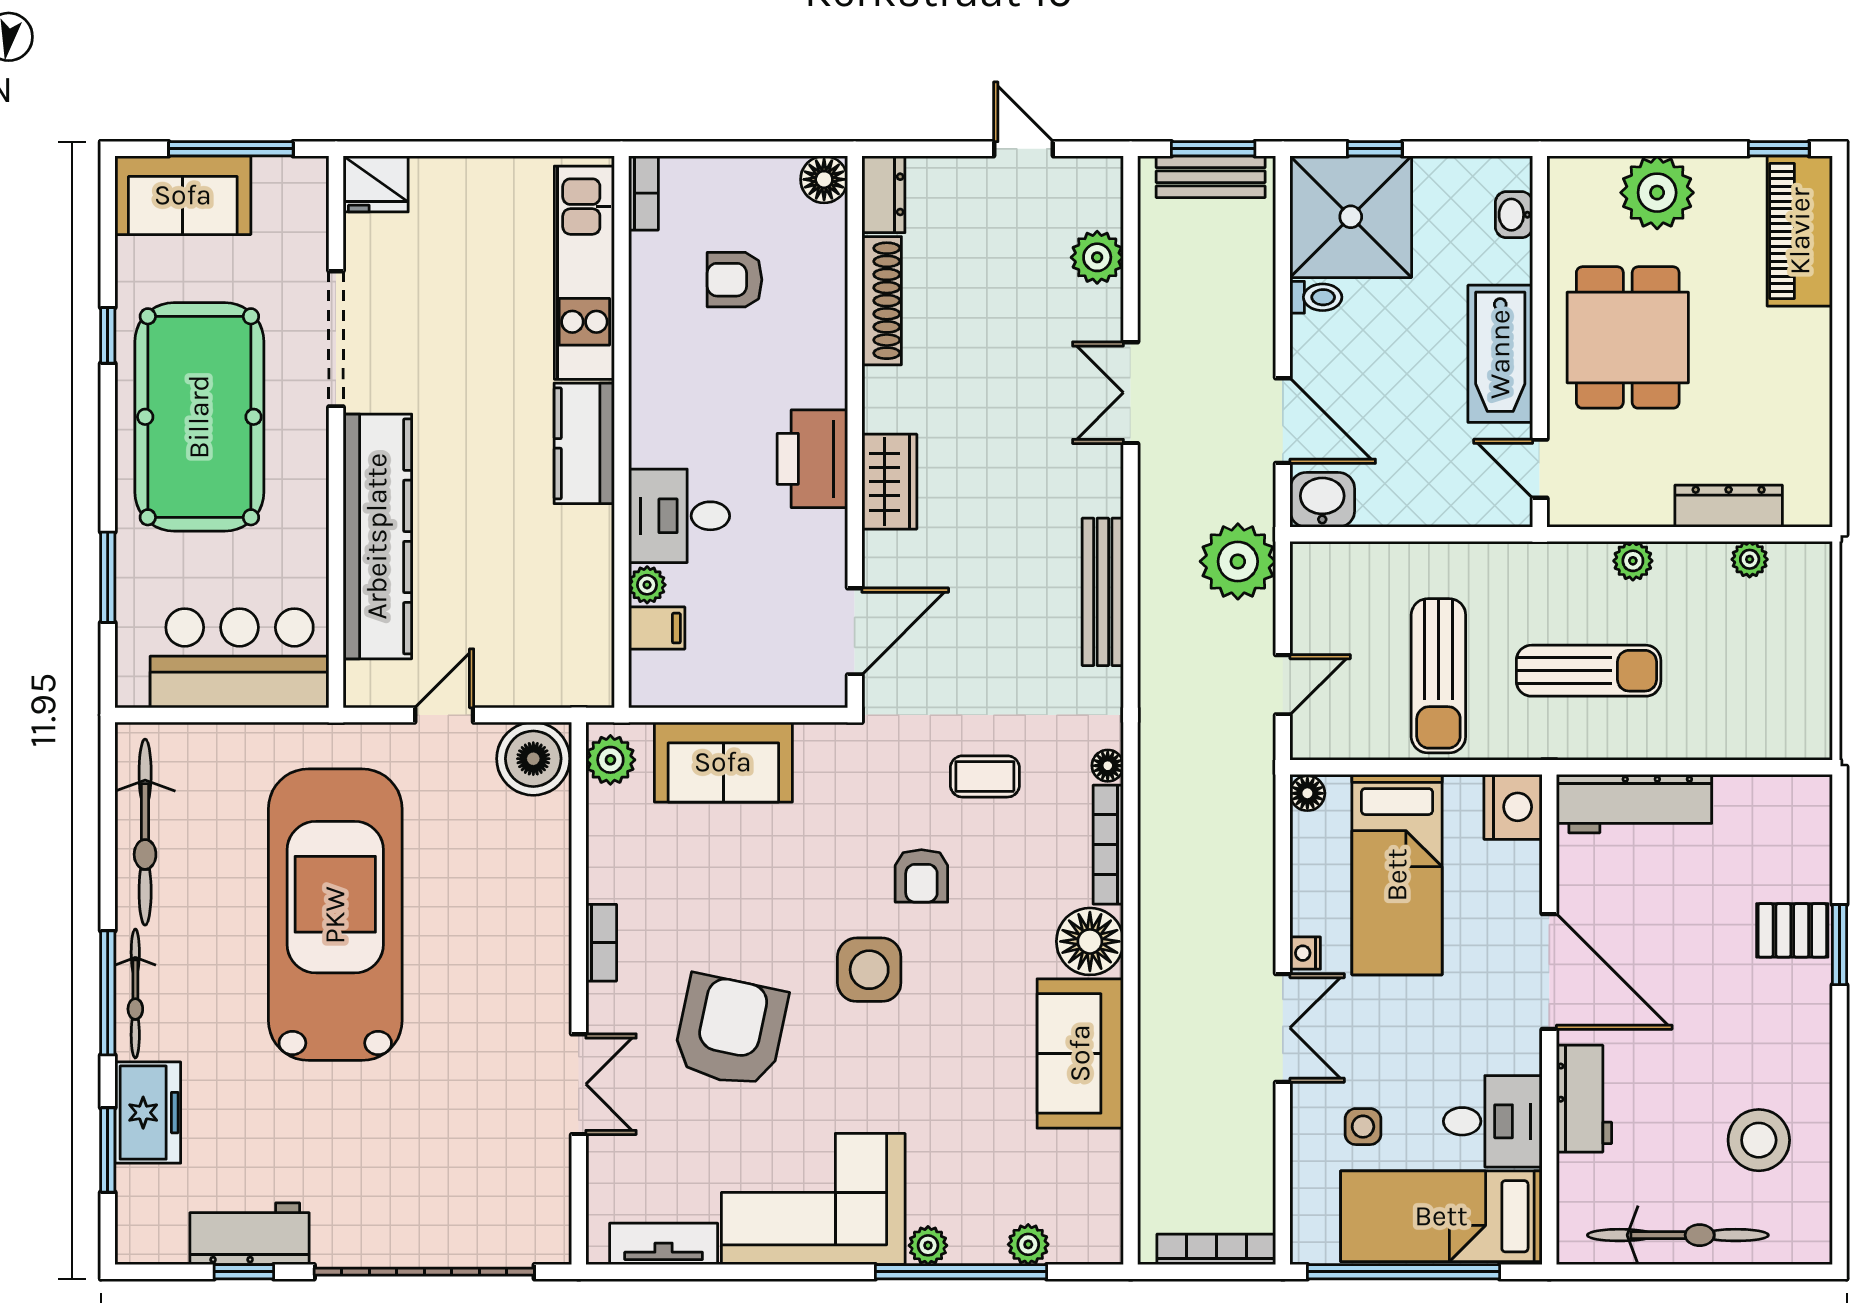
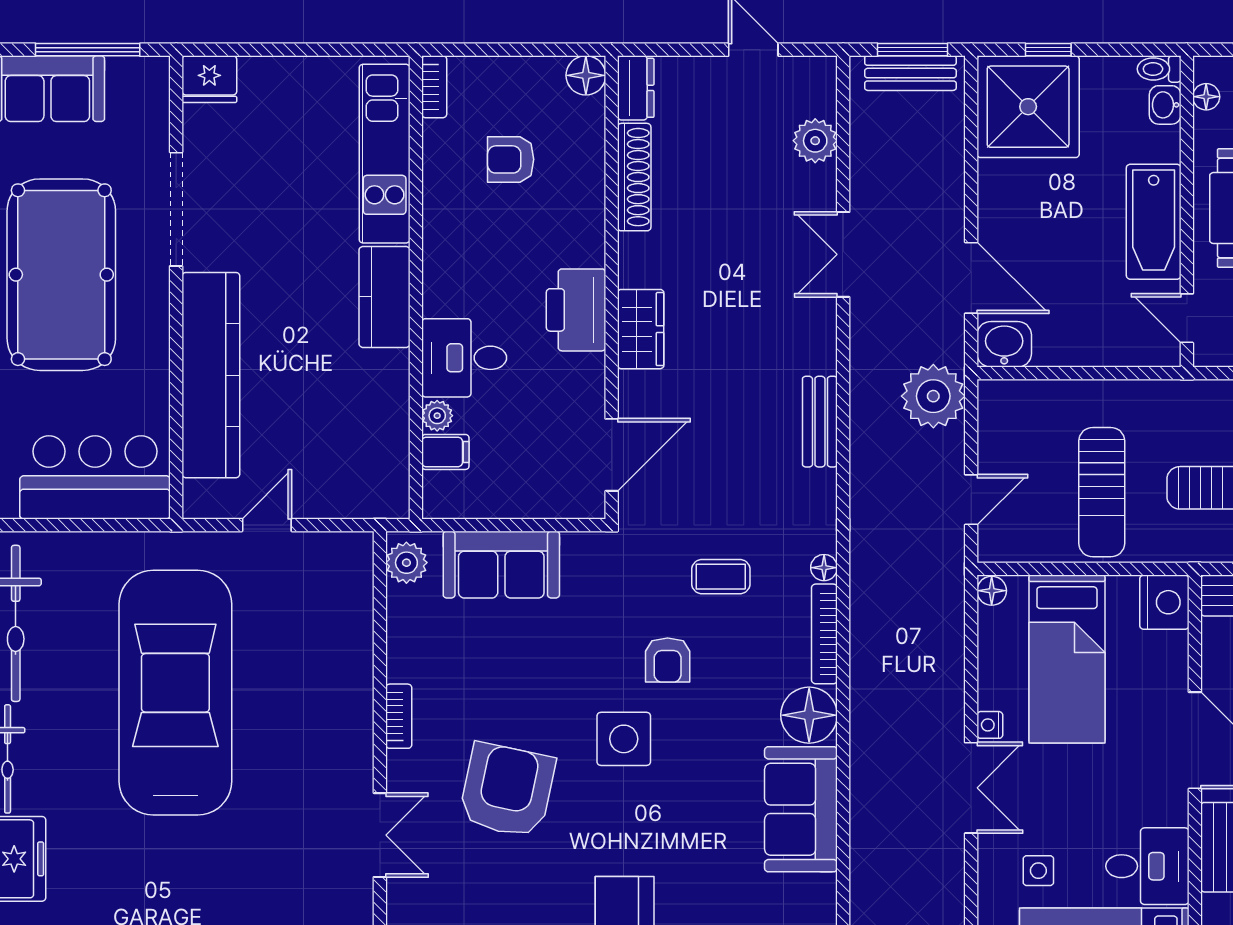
floor lamp: (1563, 205) -> (1206, 97), added
toilet: (1316, 297) -> (1159, 69), moved, turned 180
bench: (1103, 592) -> (820, 422), width x0.73
boiler: (533, 759) -> (342, 562), removed

